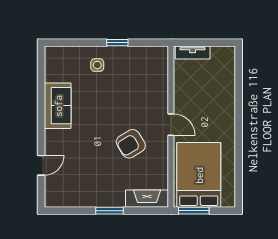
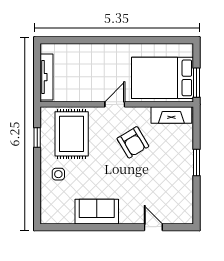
window: (117, 43) -> (37, 137), moved
tv unit: (193, 53) -> (47, 77), width x1.41
rug: (140, 79) -> (72, 134), added
fireplace: (147, 199) -> (171, 115), moved, turned -90

